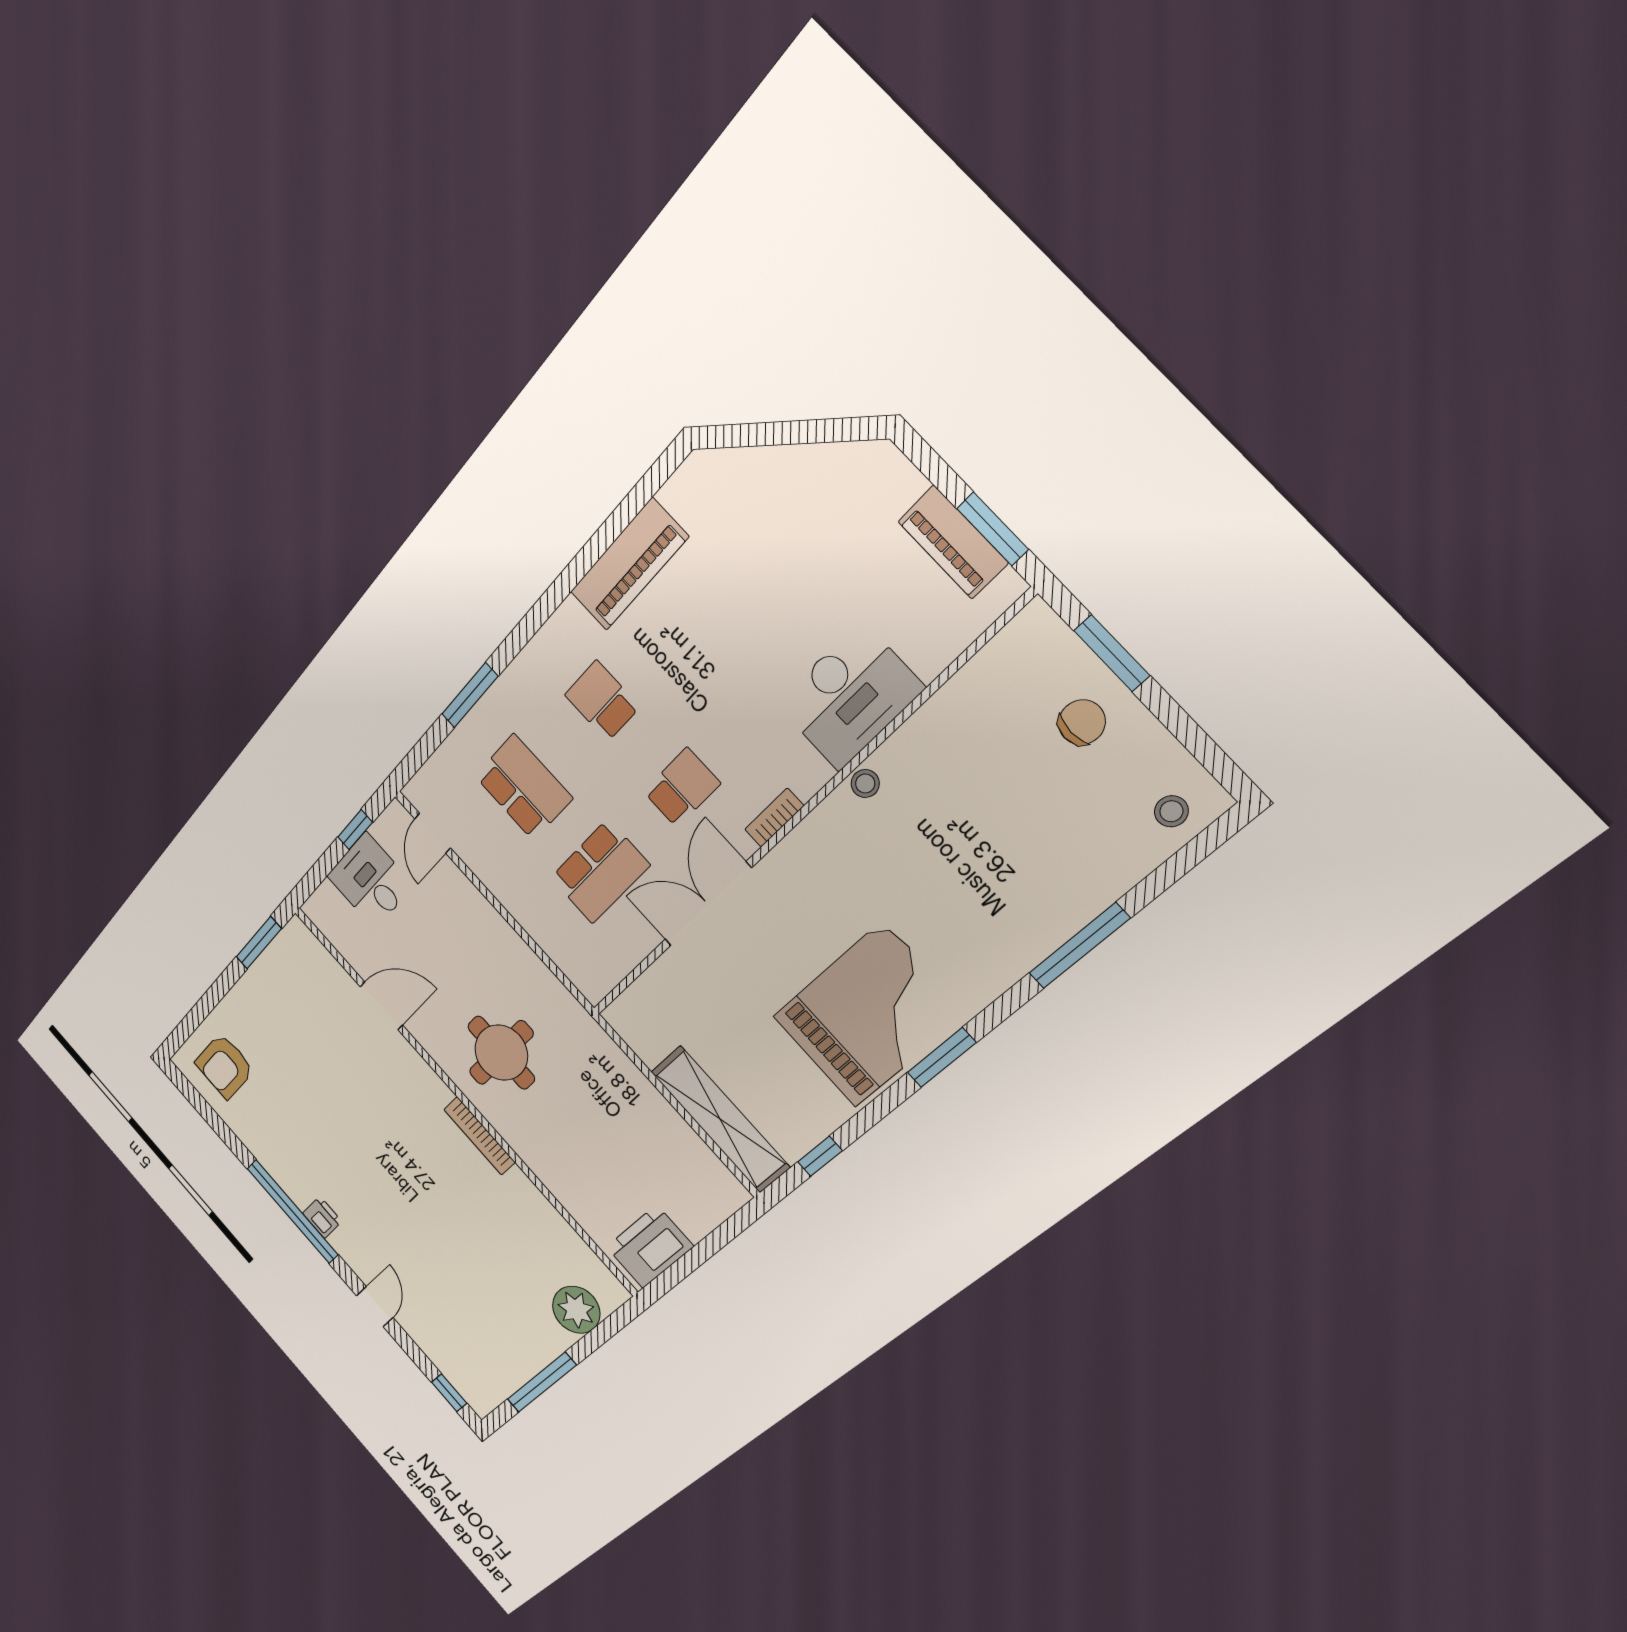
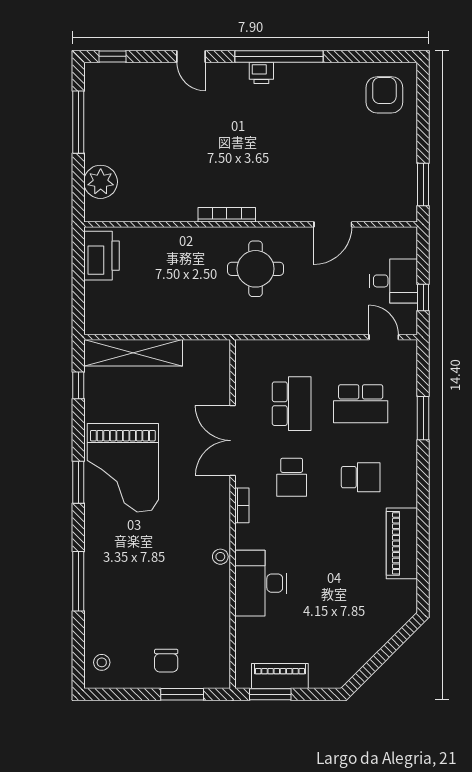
school desk: (600, 871) -> (292, 404), turned 180
double door: (708, 904) -> (233, 441), swing flipped

